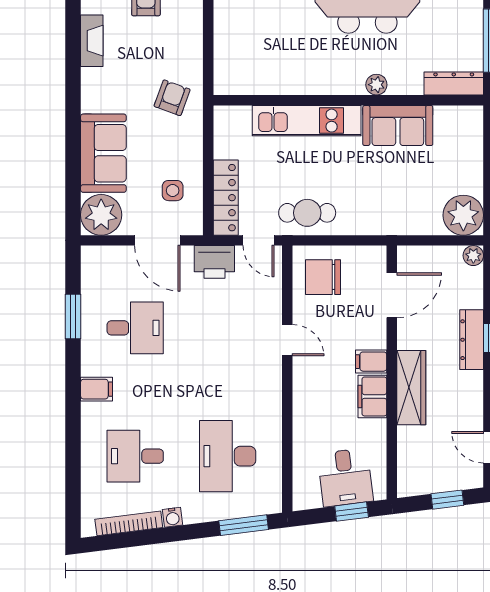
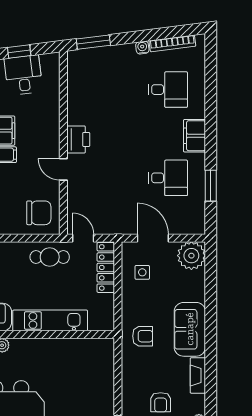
armchair: (172, 98) -> (143, 336), turned -110
sofa: (103, 153) -> (190, 329), moved
printer: (214, 262) -> (78, 139), moved, turned 90
desk: (135, 328) -> (168, 178), turned 180
filing cabinet: (97, 389) -> (195, 136), width x2.00
desk: (228, 456) -> (104, 90), removed

